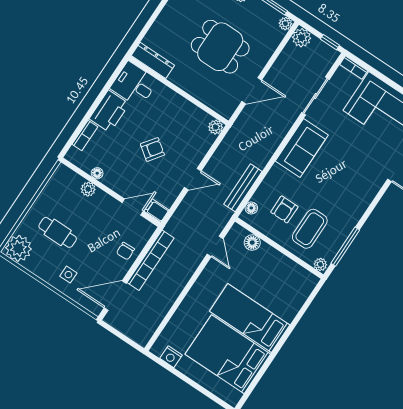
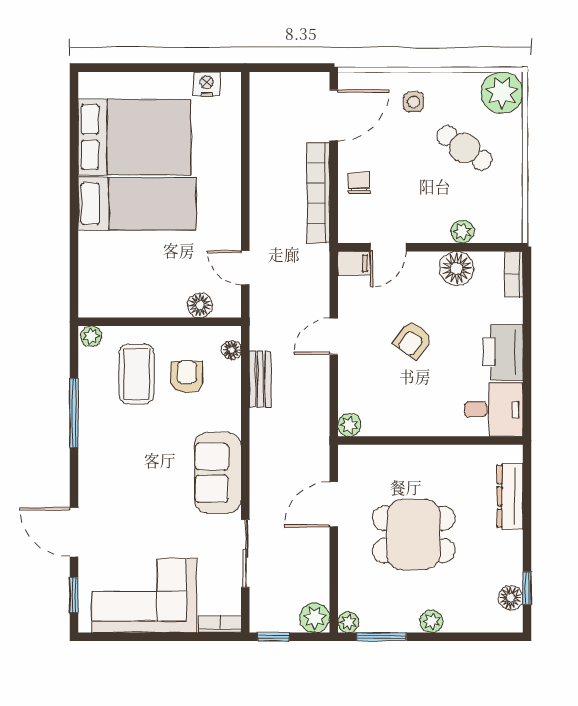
dresser: (153, 60) -> (510, 496), moved, turned 90
bookcase: (85, 135) -> (514, 274), moved
floor lamp: (97, 173) -> (457, 268), width x1.89, depth x1.89
bench: (243, 188) -> (260, 379), width x0.73
cafe table: (58, 232) -> (465, 148), turned 35
window: (345, 247) -> (74, 413), moved

